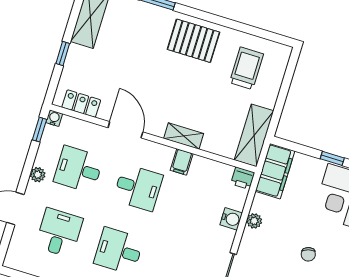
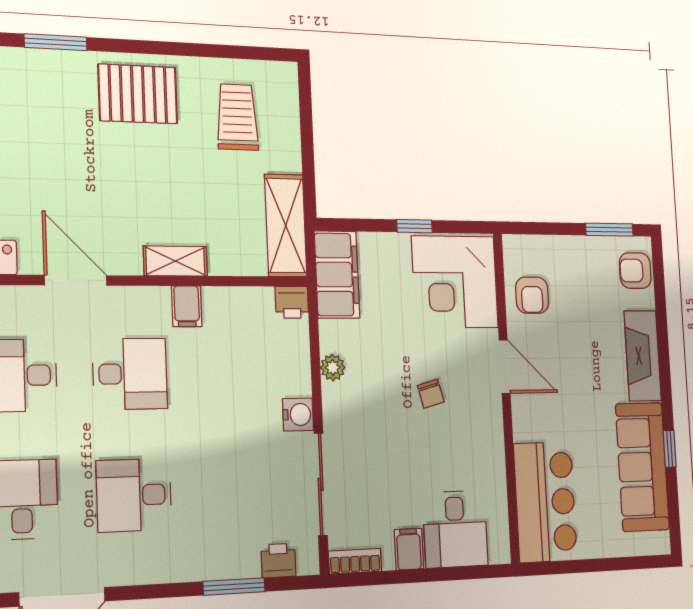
water cooler: (231, 219) -> (298, 415), moved

